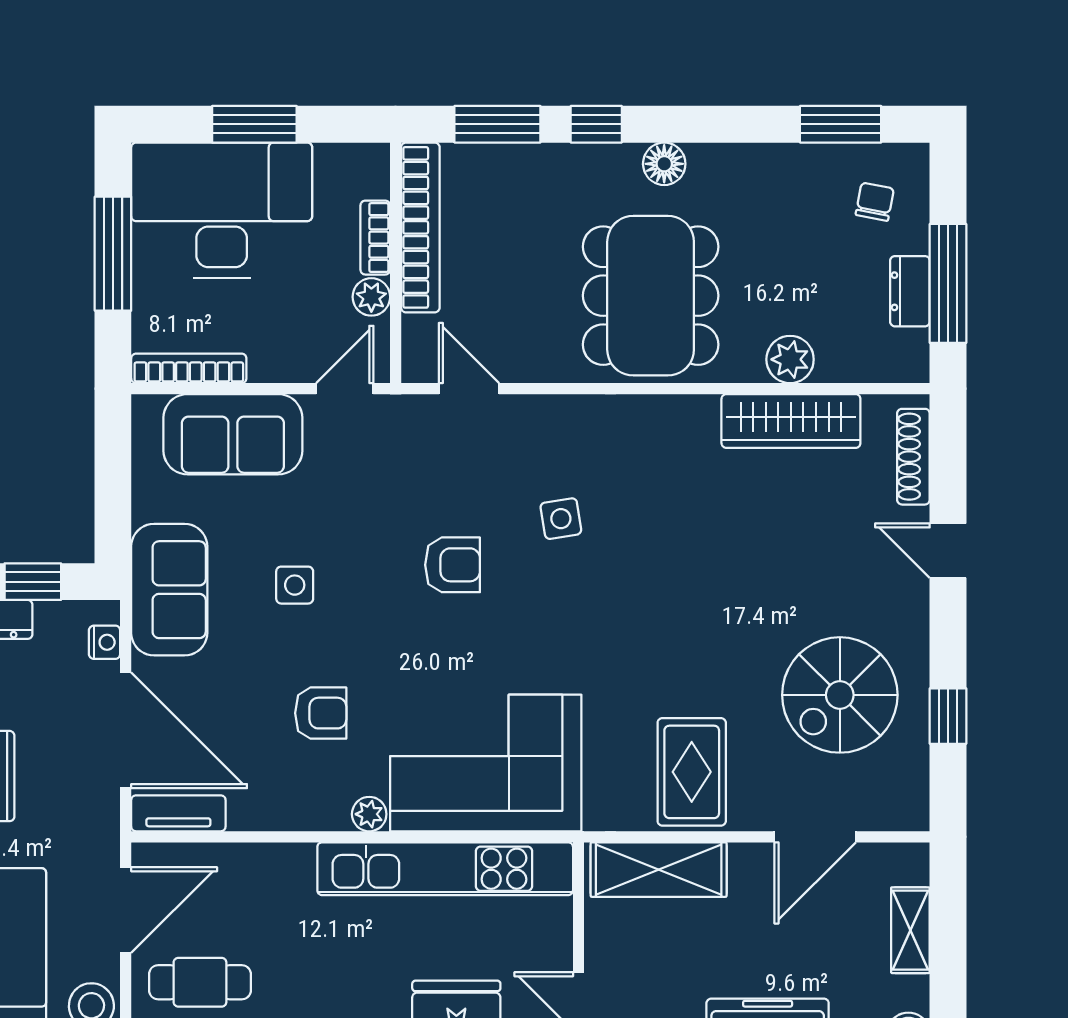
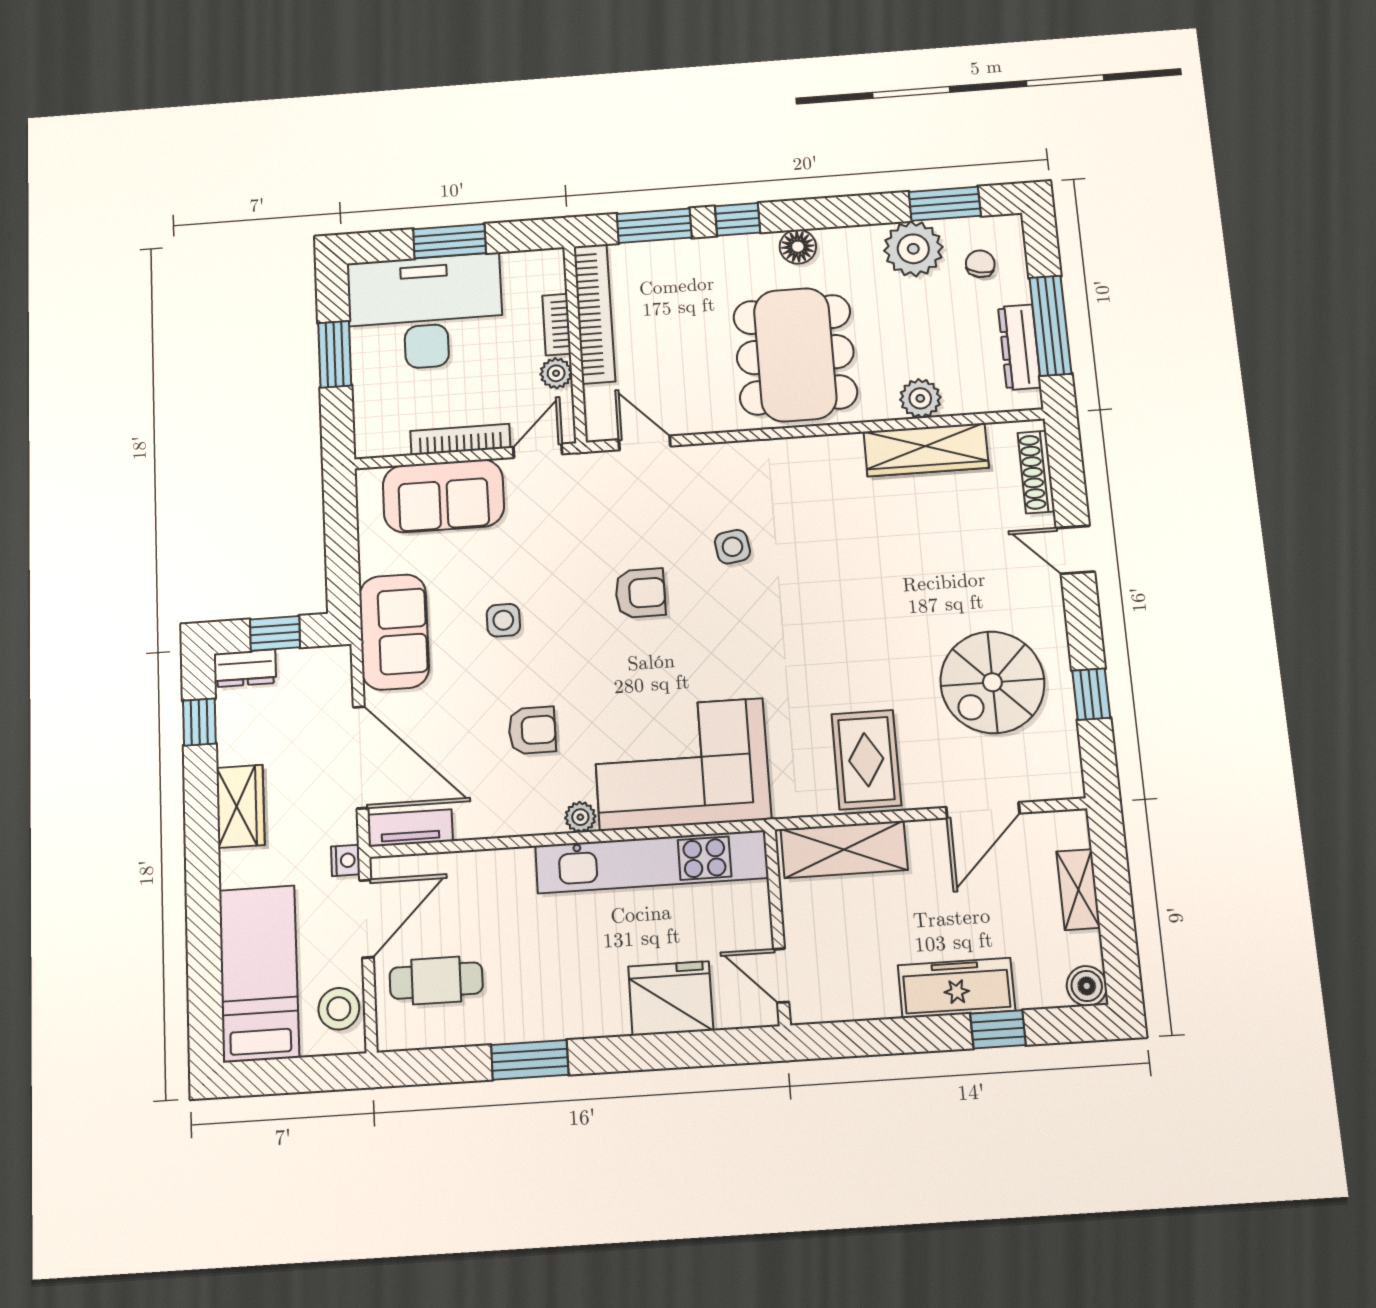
plant: (799, 177) -> (913, 249), added
window: (113, 254) -> (335, 354), width x0.69
dresser: (910, 291) -> (1020, 347), width x1.44
bookcase: (189, 368) -> (460, 439), moved
nightstand: (105, 642) -> (346, 860), moved

